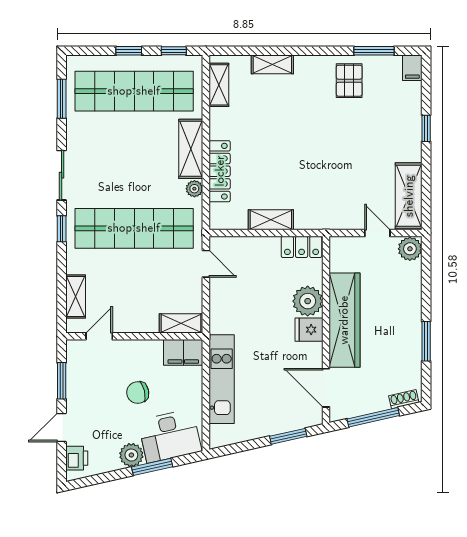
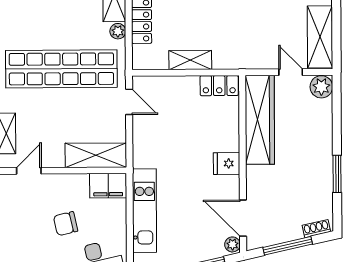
plant: (308, 301) -> (232, 244), moved, width x0.53, depth x0.53
wardrobe: (344, 320) -> (260, 120), moved
shelving: (181, 323) -> (96, 155), width x1.50, depth x1.33

